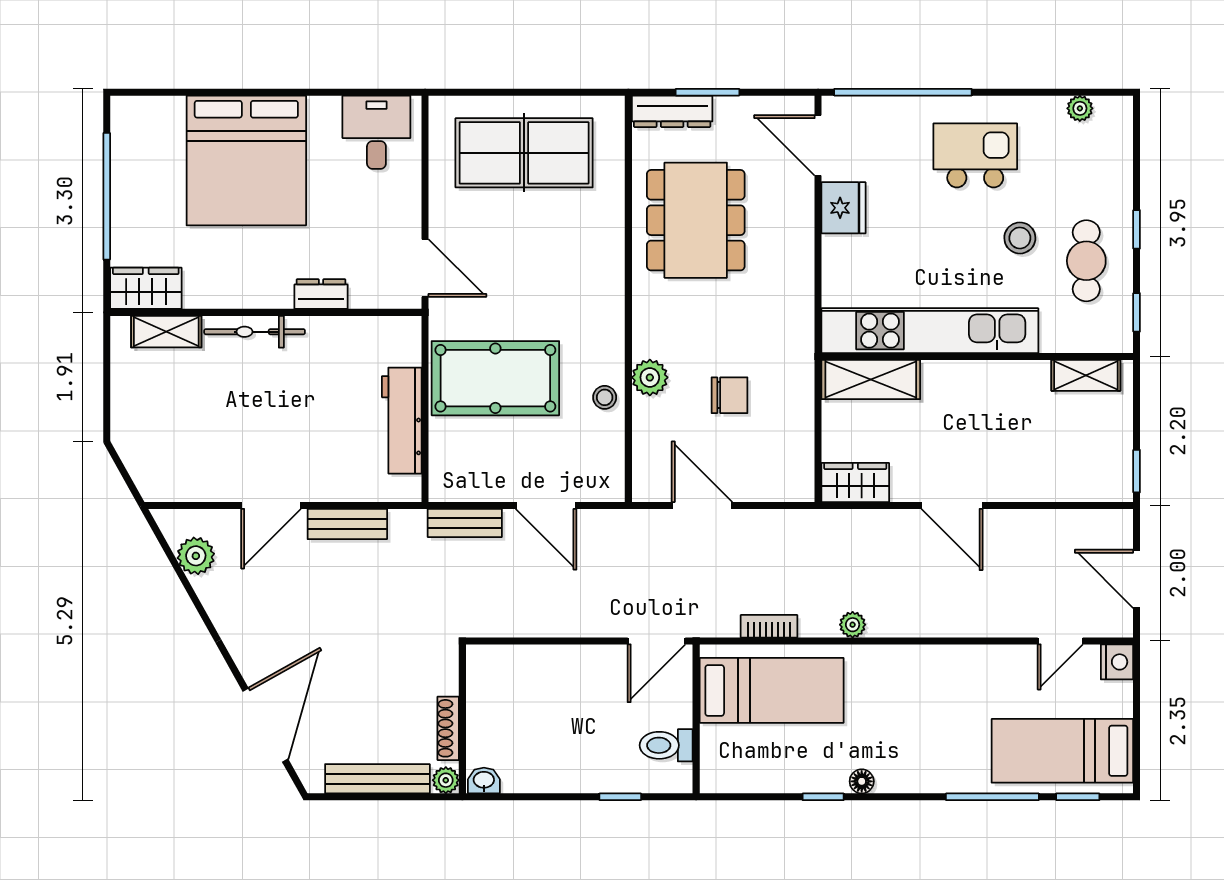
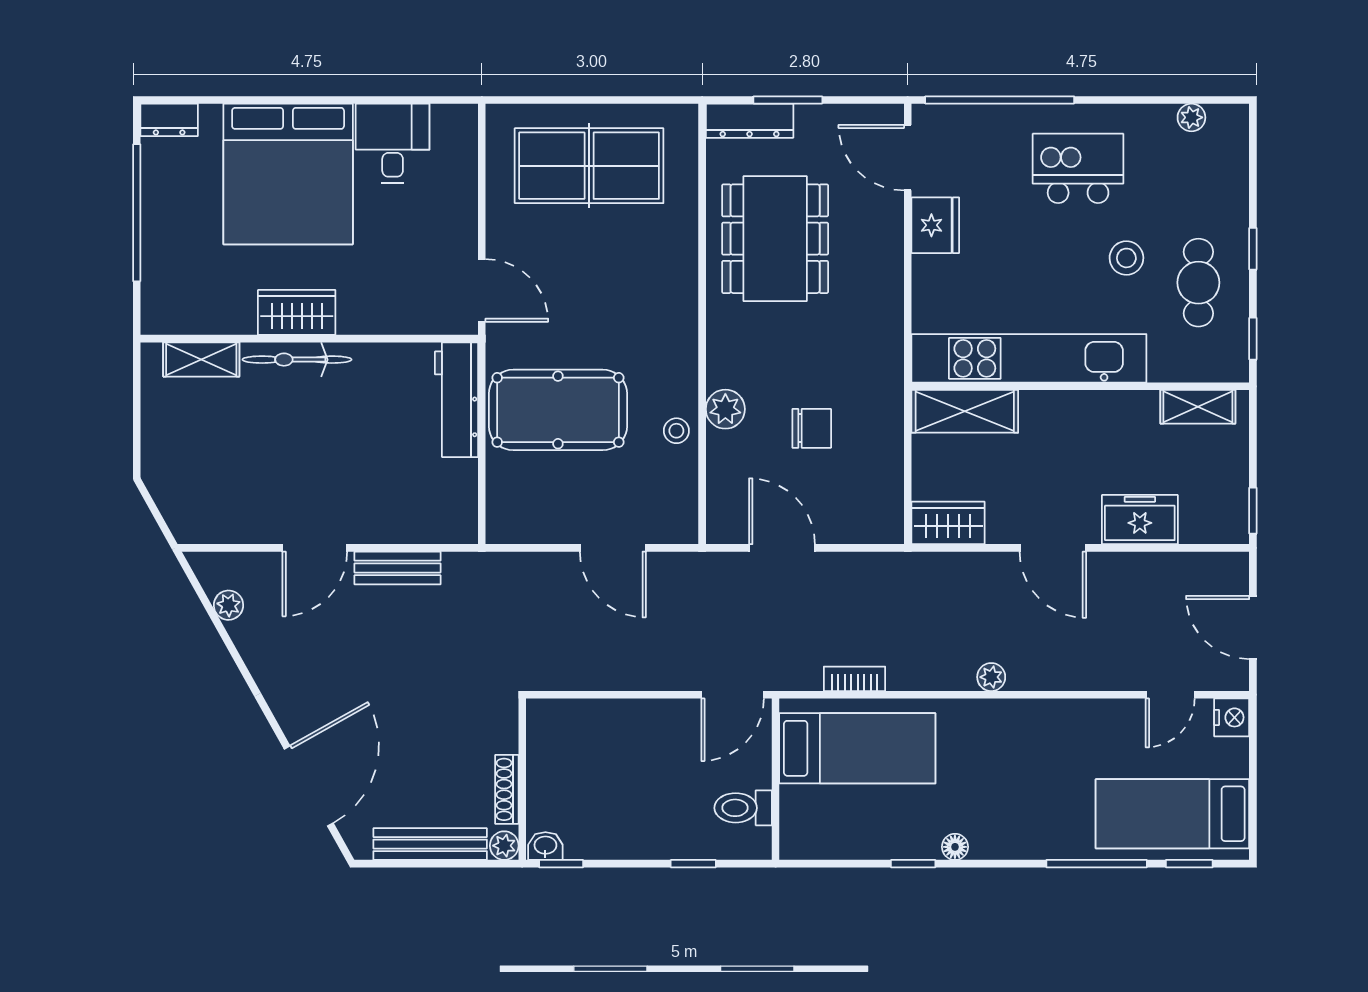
desk: (376, 132) -> (393, 143), moved
wardrobe: (146, 288) -> (297, 312), moved
dresser: (321, 294) -> (169, 120), moved, turned 180
workbench: (402, 421) -> (457, 400), moved
freezer: (1032, 479) -> (1140, 520), added
bench: (465, 523) -> (525, 567), removed
plant: (196, 556) -> (229, 605), width x0.73, depth x0.73
plant: (853, 625) -> (991, 677), moved
window: (498, 797) -> (561, 864), added

